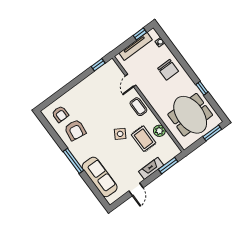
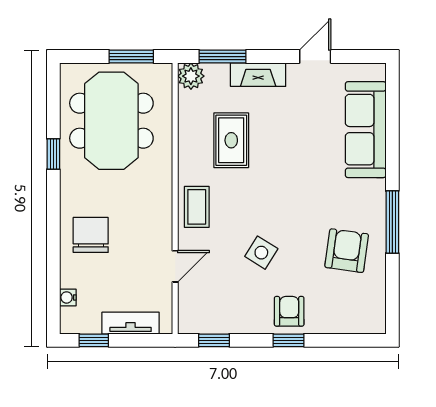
tv unit: (136, 46) -> (131, 323), width x0.71
window: (72, 84) -> (289, 340), added
armchair: (60, 114) -> (289, 311), moved
plant: (159, 131) -> (191, 76), moved
window: (212, 133) -> (131, 57), moved
side table: (120, 134) -> (261, 253), moved
window: (73, 161) -> (392, 222), moved

